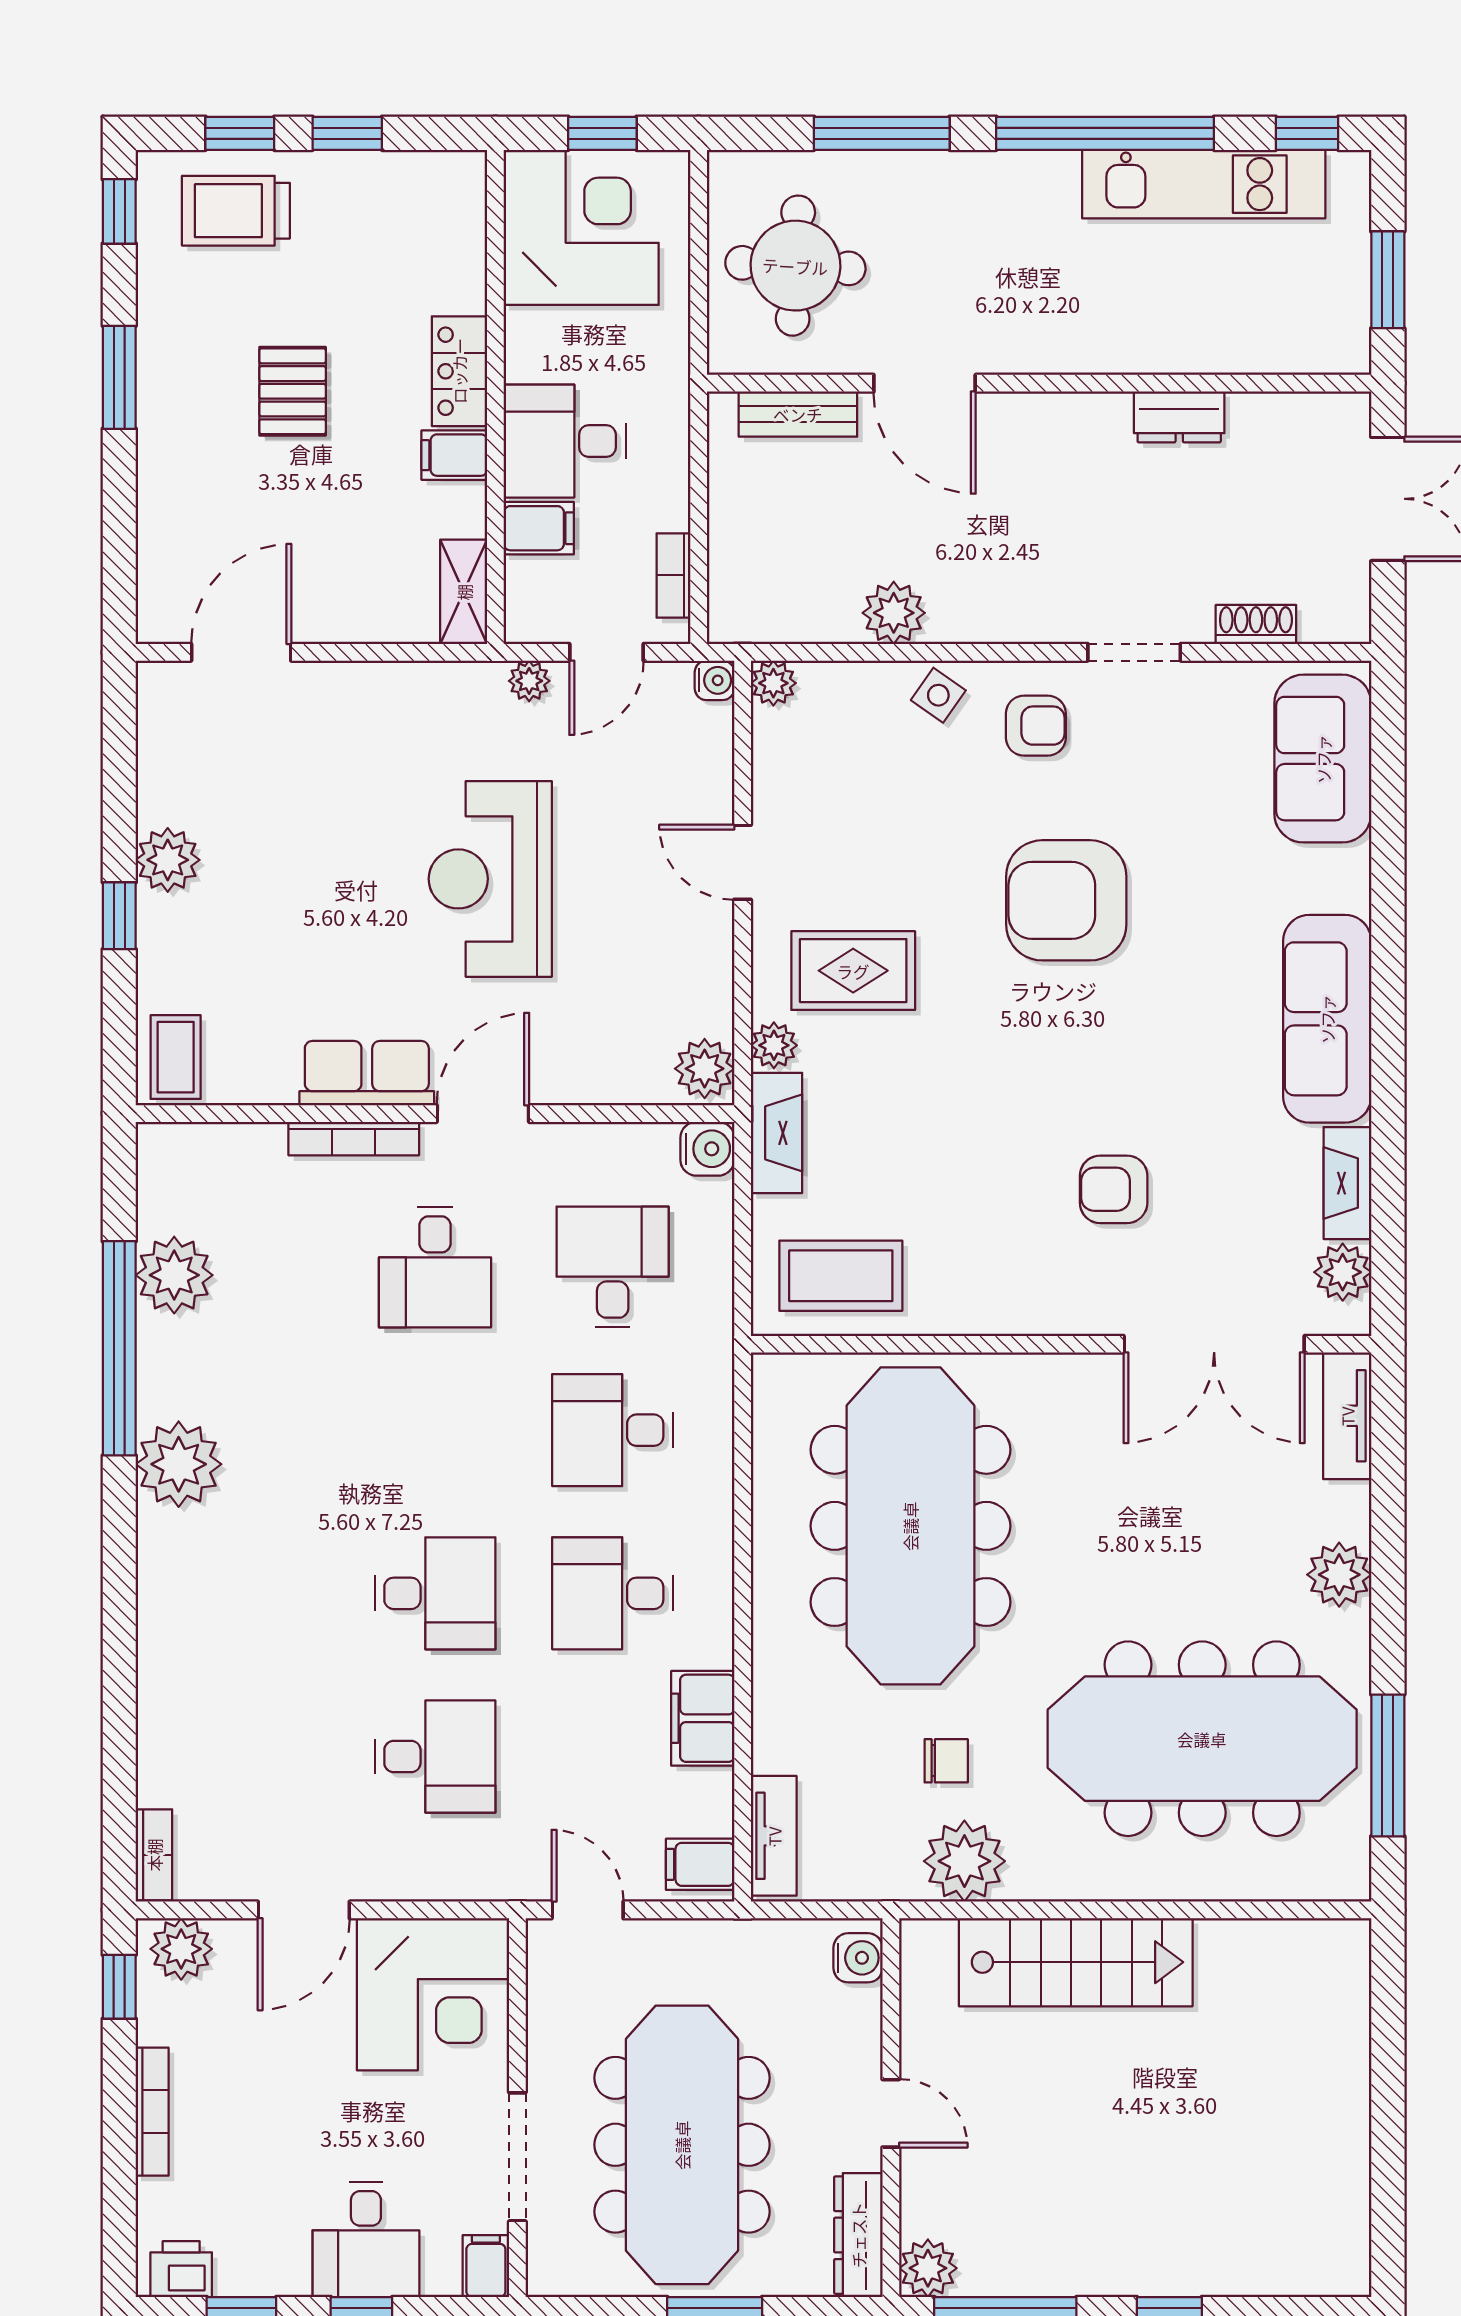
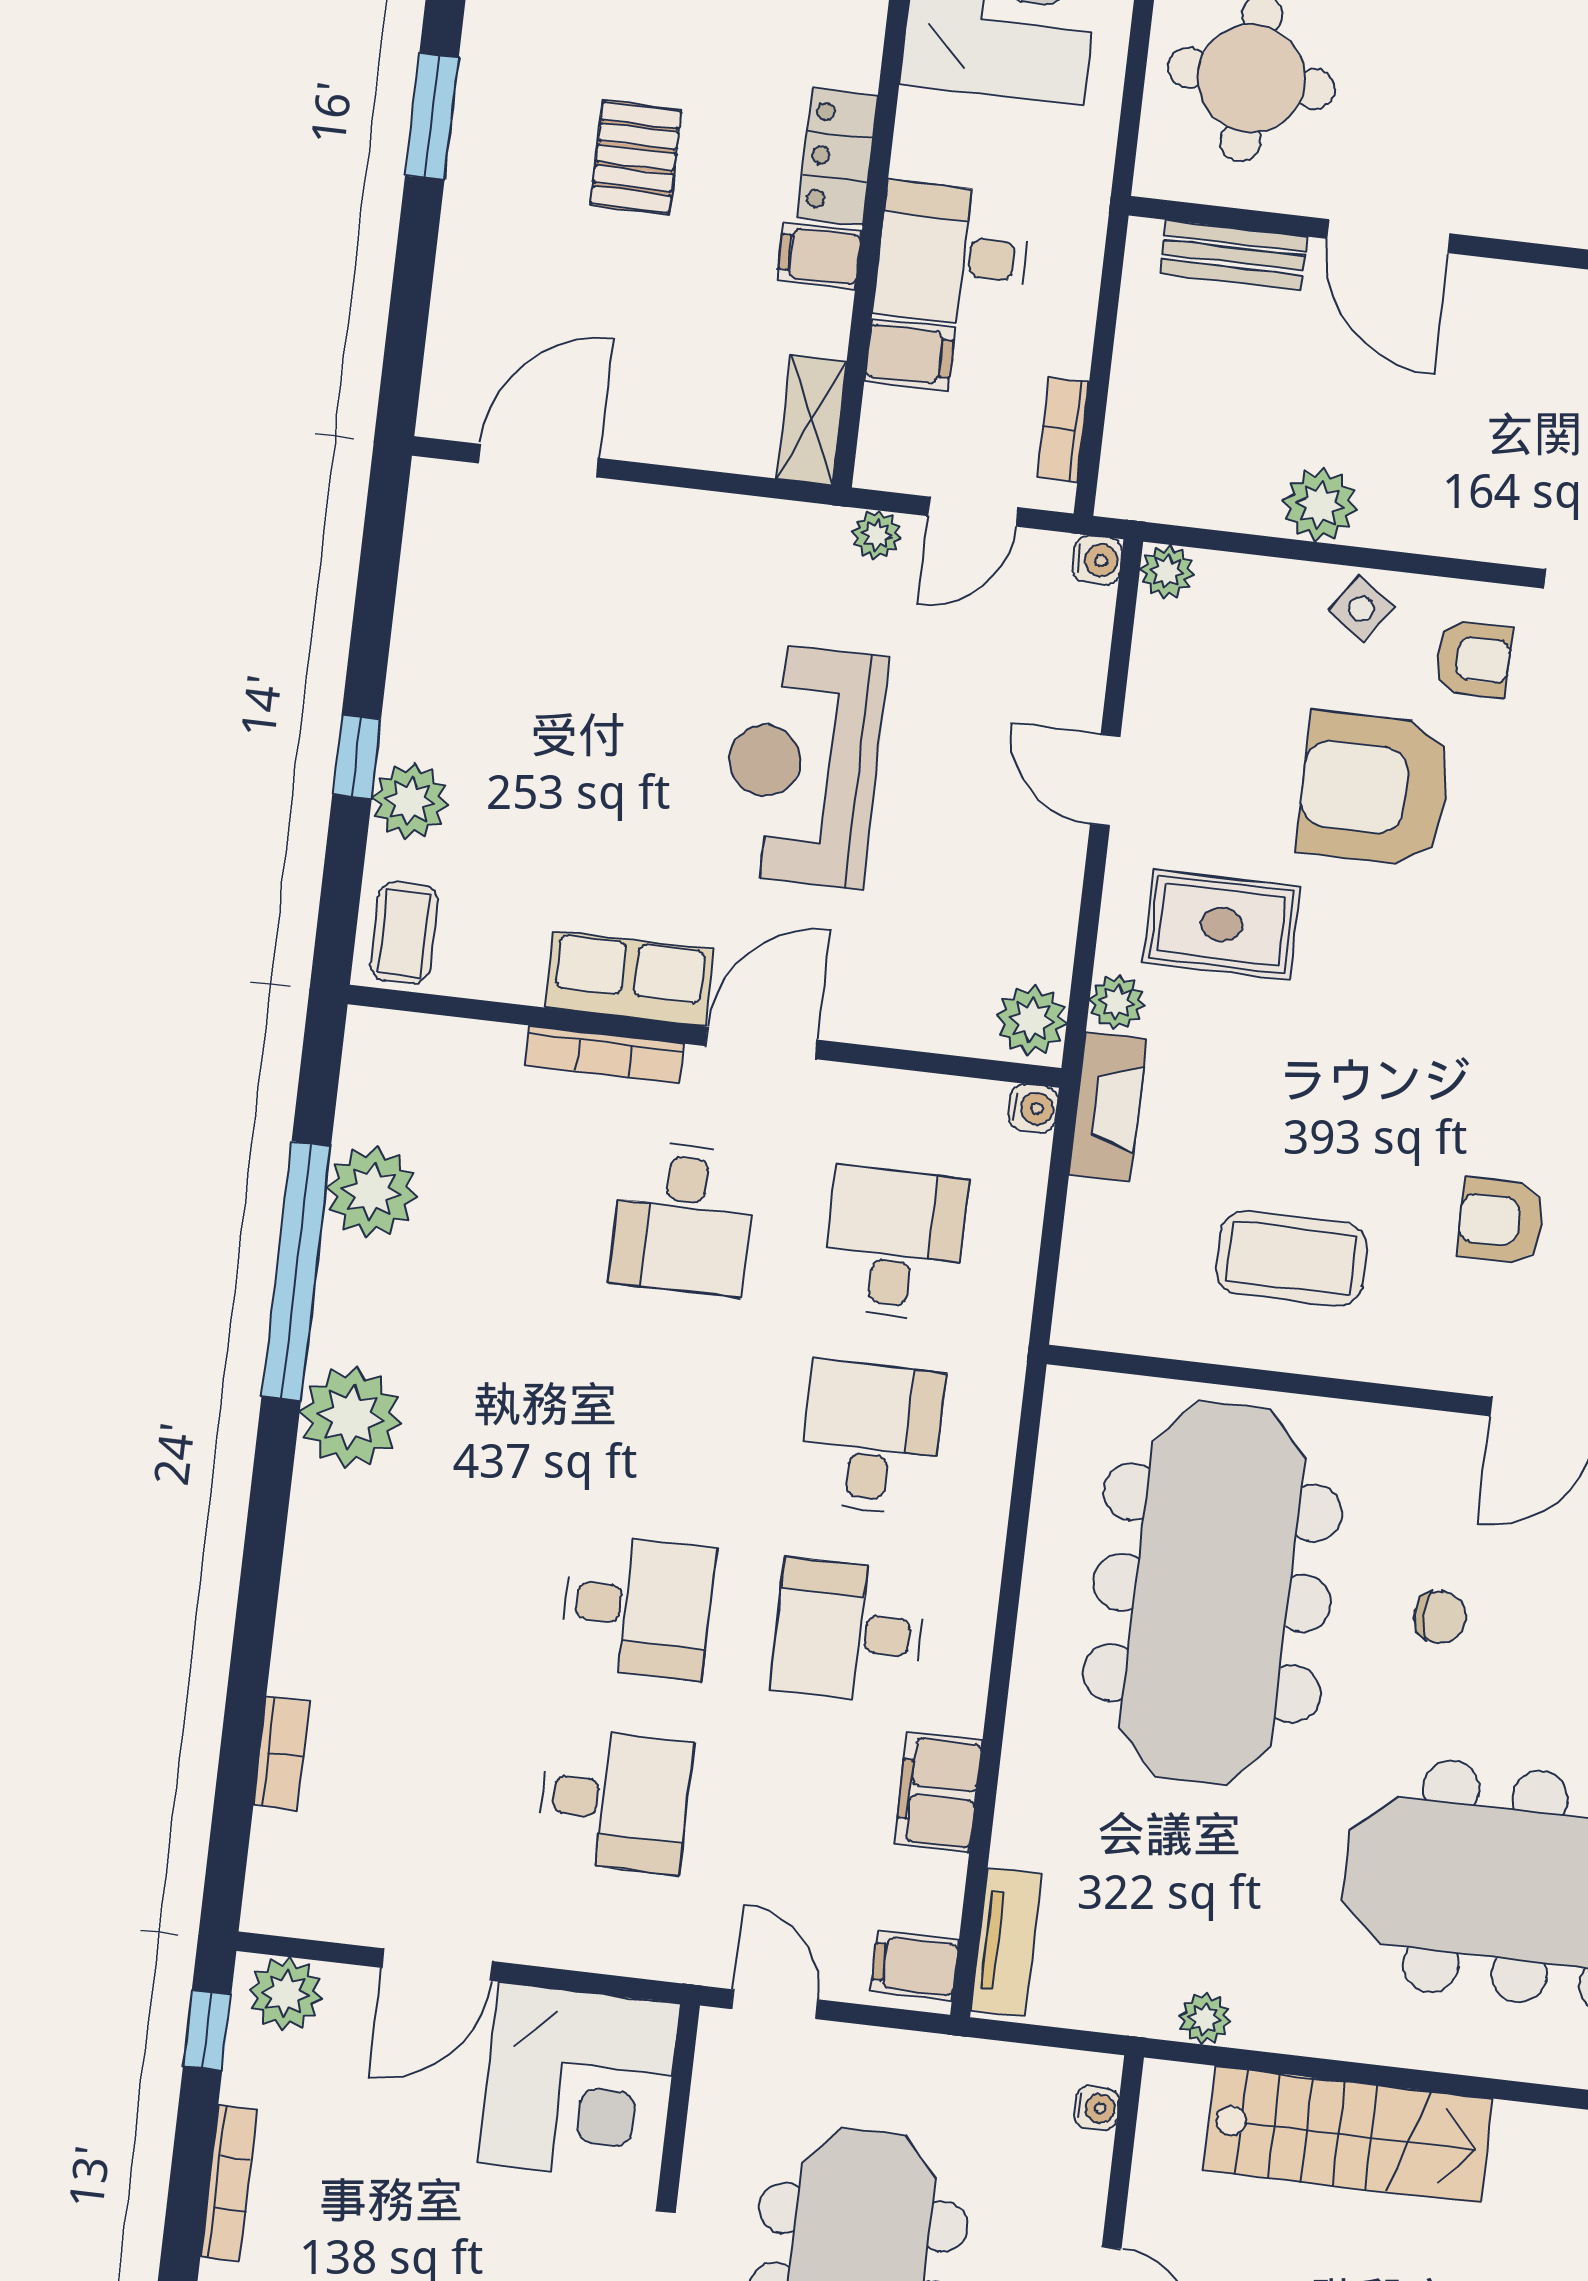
plant: (168, 860) -> (410, 801), moved
armchair: (1066, 900) -> (1374, 789), moved
water cooler: (707, 1149) -> (1033, 1108), width x0.72, depth x0.72
coffee table: (841, 1276) -> (1291, 1258), moved
desk: (613, 1430) -> (871, 1437), turned 90
chair: (946, 1761) -> (1440, 1617), moved
bookcase: (154, 1855) -> (281, 1754), moved
plant: (964, 1861) -> (1204, 2019), width x0.53, depth x0.53
water cooler: (858, 1958) -> (1097, 2108), width x0.72, depth x0.72

